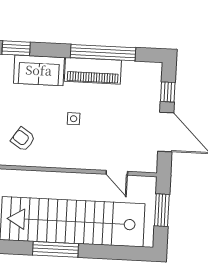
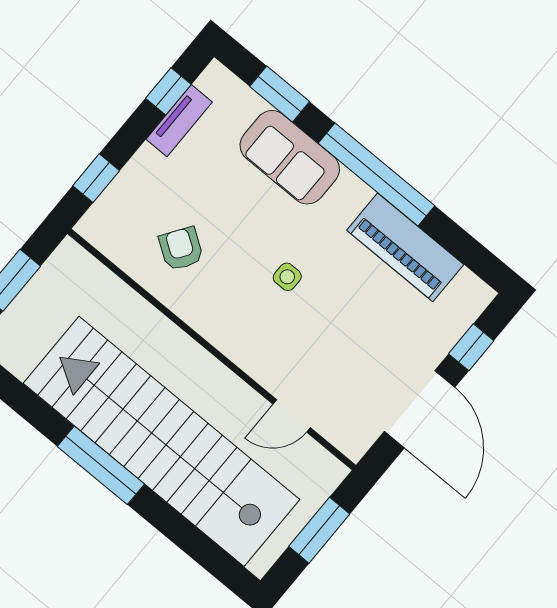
window: (103, 53) -> (376, 175), moved
piano: (93, 71) -> (405, 247), moved
door: (117, 173) -> (292, 416), hinge flipped

